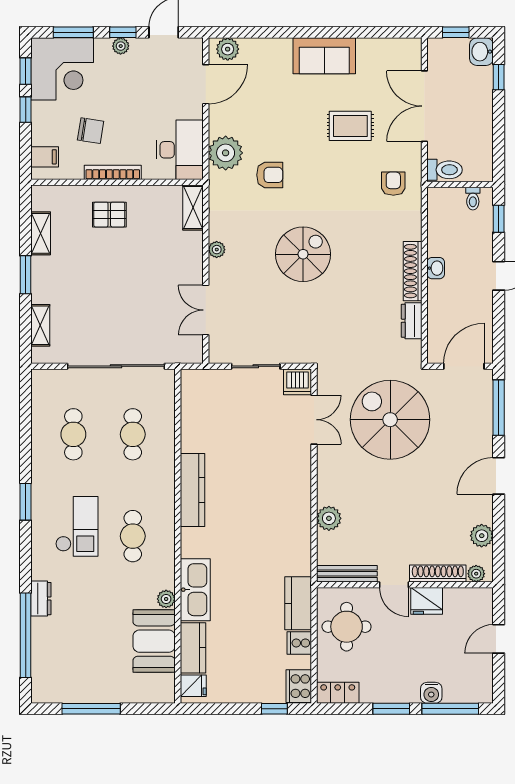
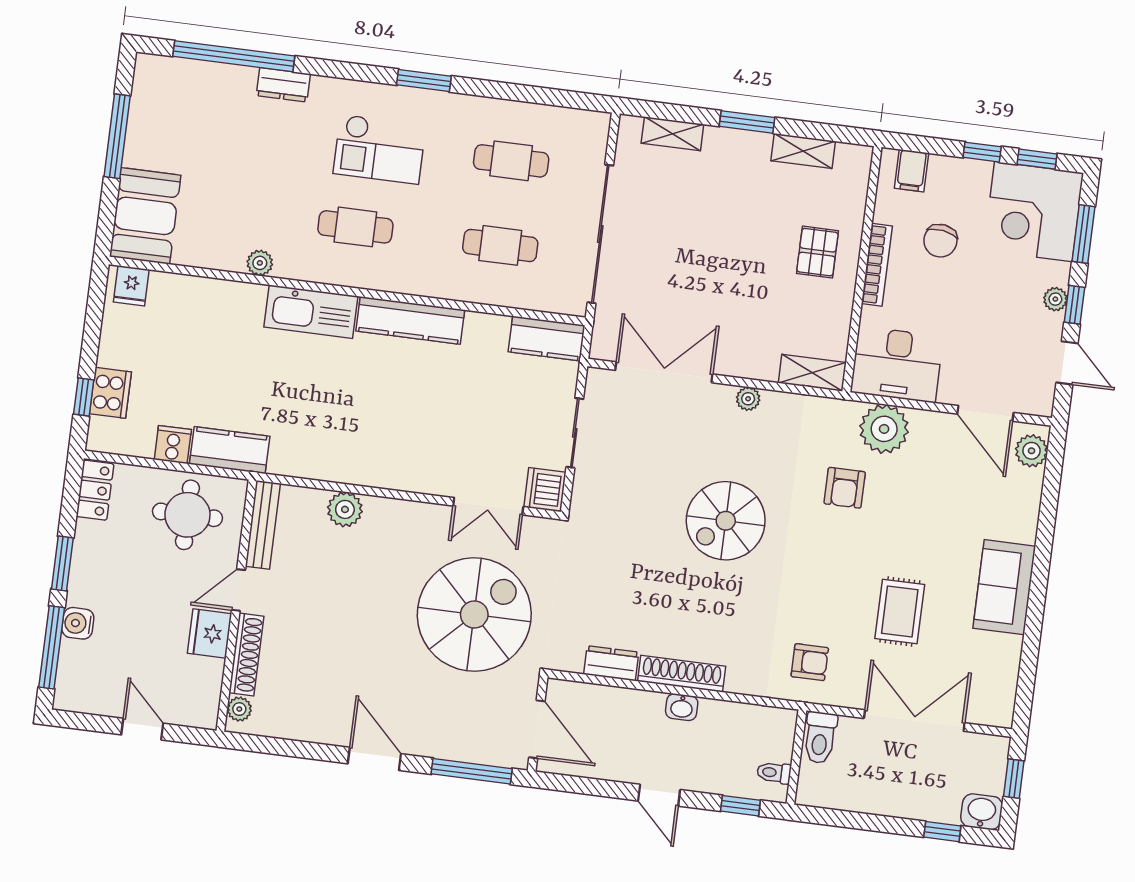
spiral stairs: (303, 254) -> (726, 521), turned 90
double door: (206, 310) -> (664, 372), width x1.37
plant: (482, 536) -> (292, 724), removed
kitchen sink: (195, 590) -> (311, 312), moved
booth: (154, 641) -> (145, 216), moved, turned 90
kitchen counter: (193, 648) -> (547, 339), moved
cooker: (299, 686) -> (110, 393), moved, turned 90

